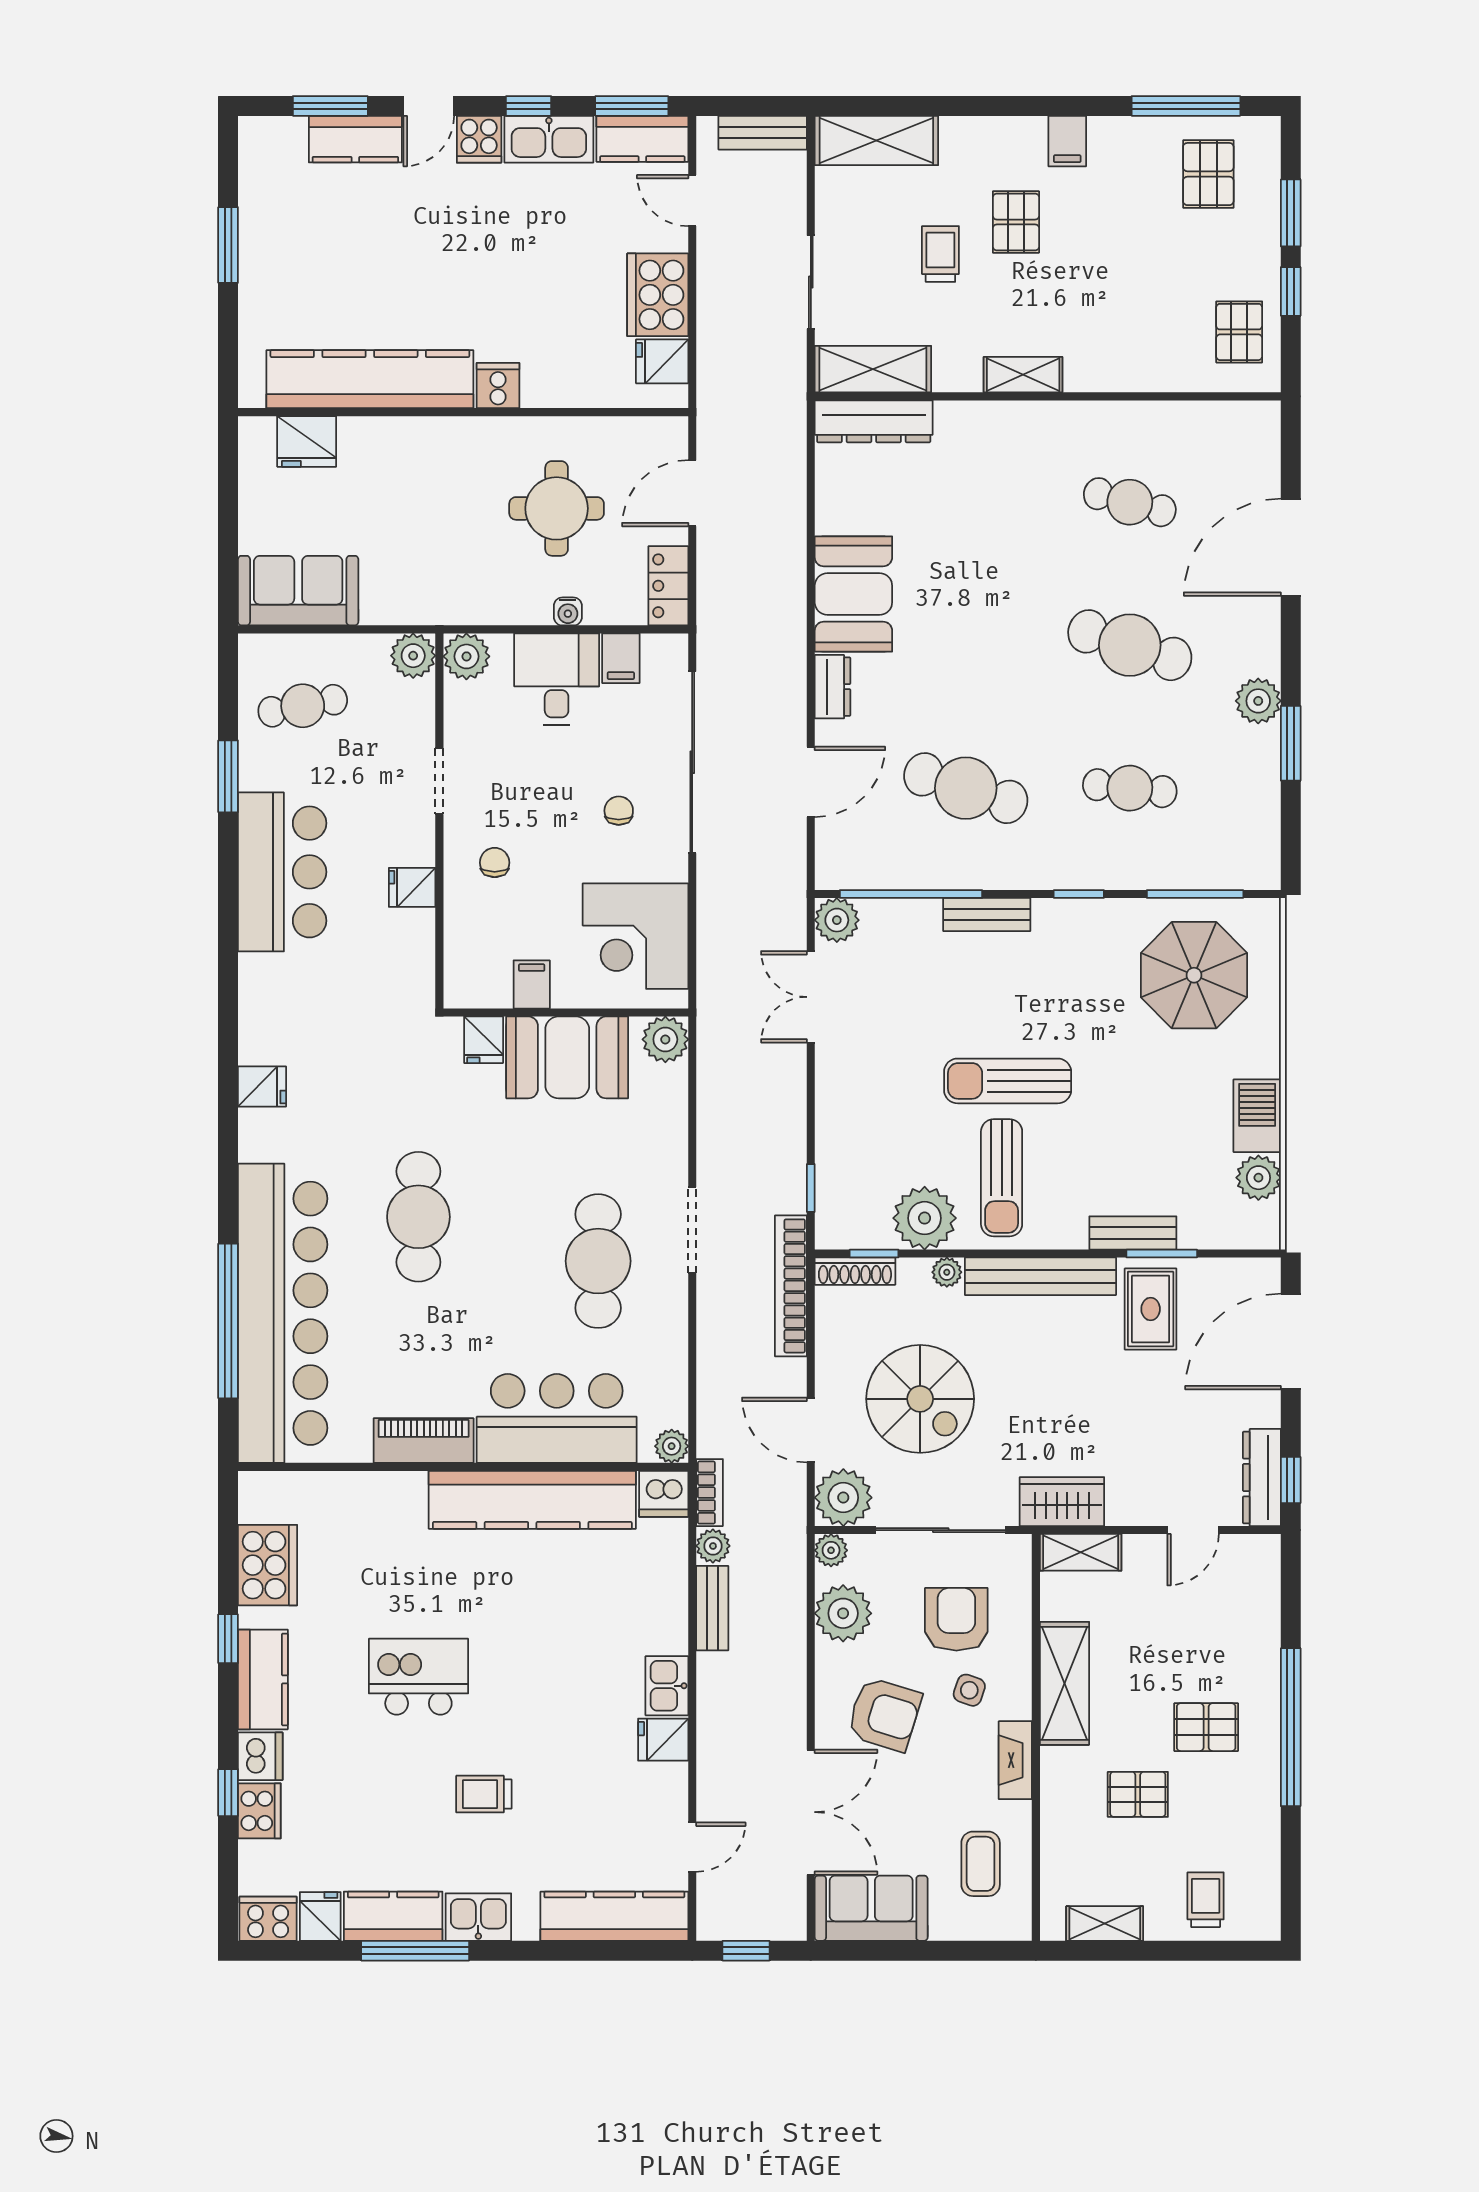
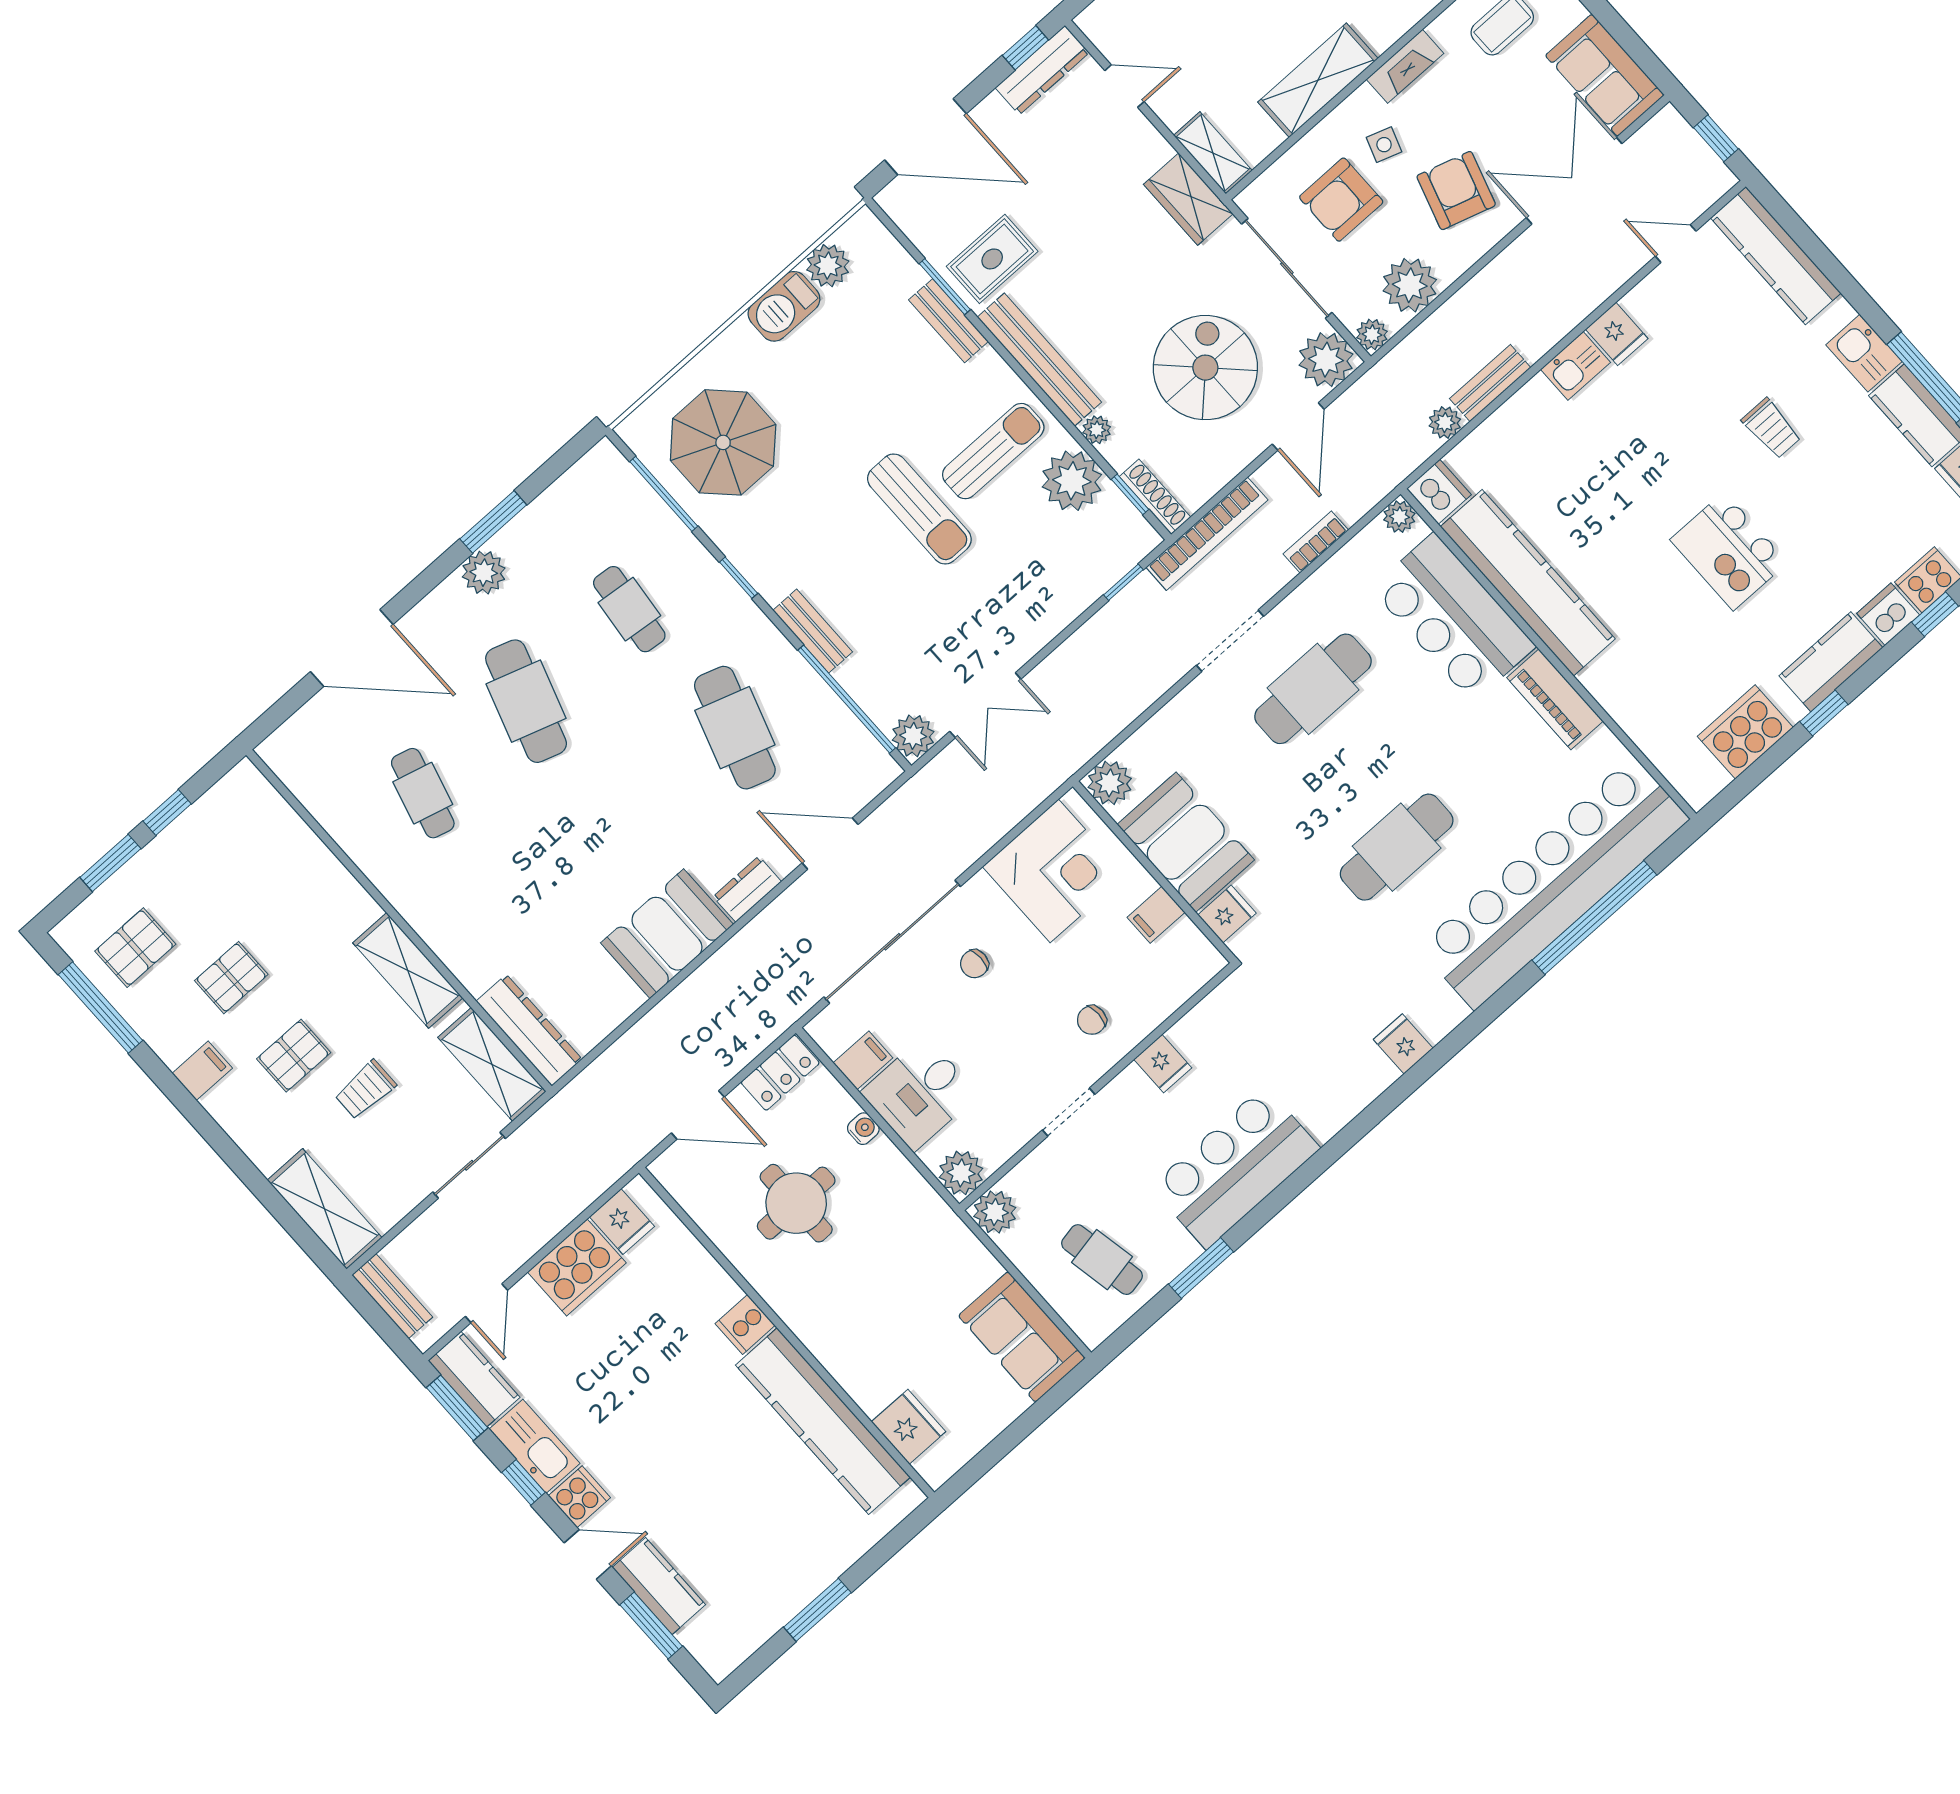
pallet: (1239, 332) -> (231, 978), moved
shelving: (1023, 375) -> (408, 970), width x1.50, depth x1.33
bookcase: (710, 1493) -> (1316, 542), moved

